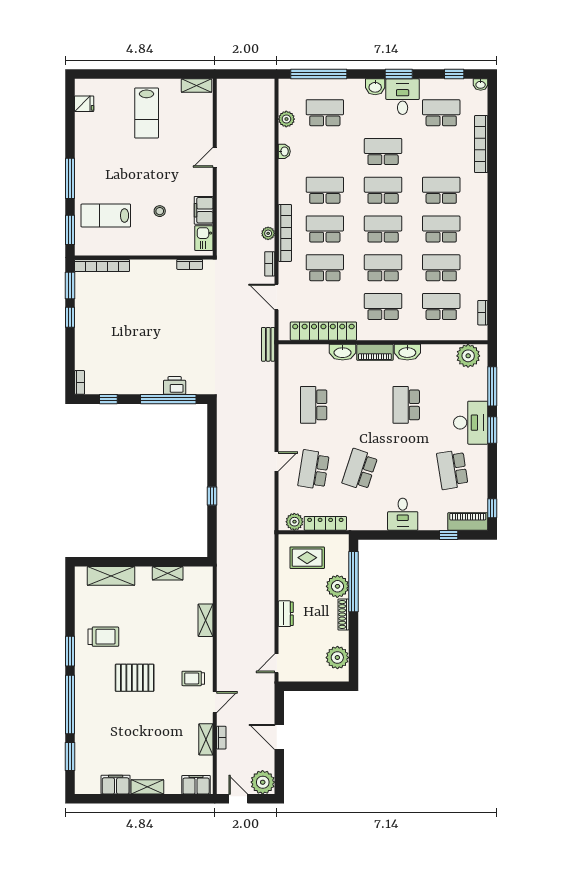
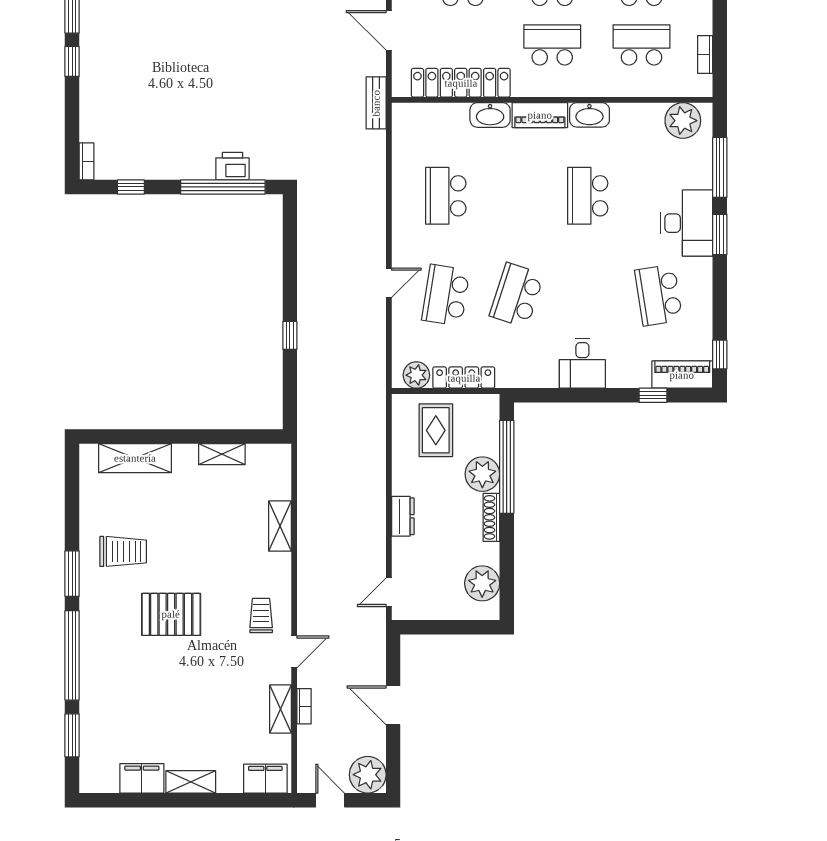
rug: (307, 558) -> (436, 430), turned 90
trolley: (193, 678) -> (261, 615), turned 90

